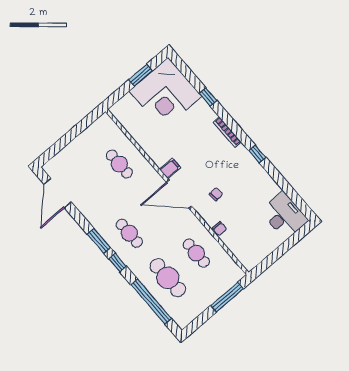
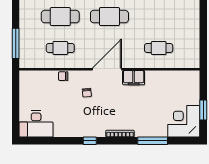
corner desk: (165, 94) -> (184, 121), width x0.74, depth x0.74
window: (208, 97) -> (153, 141), width x2.17
filing cabinet: (170, 168) -> (134, 78), width x2.00
cafe table: (129, 233) -> (109, 17), width x1.37, depth x1.35

